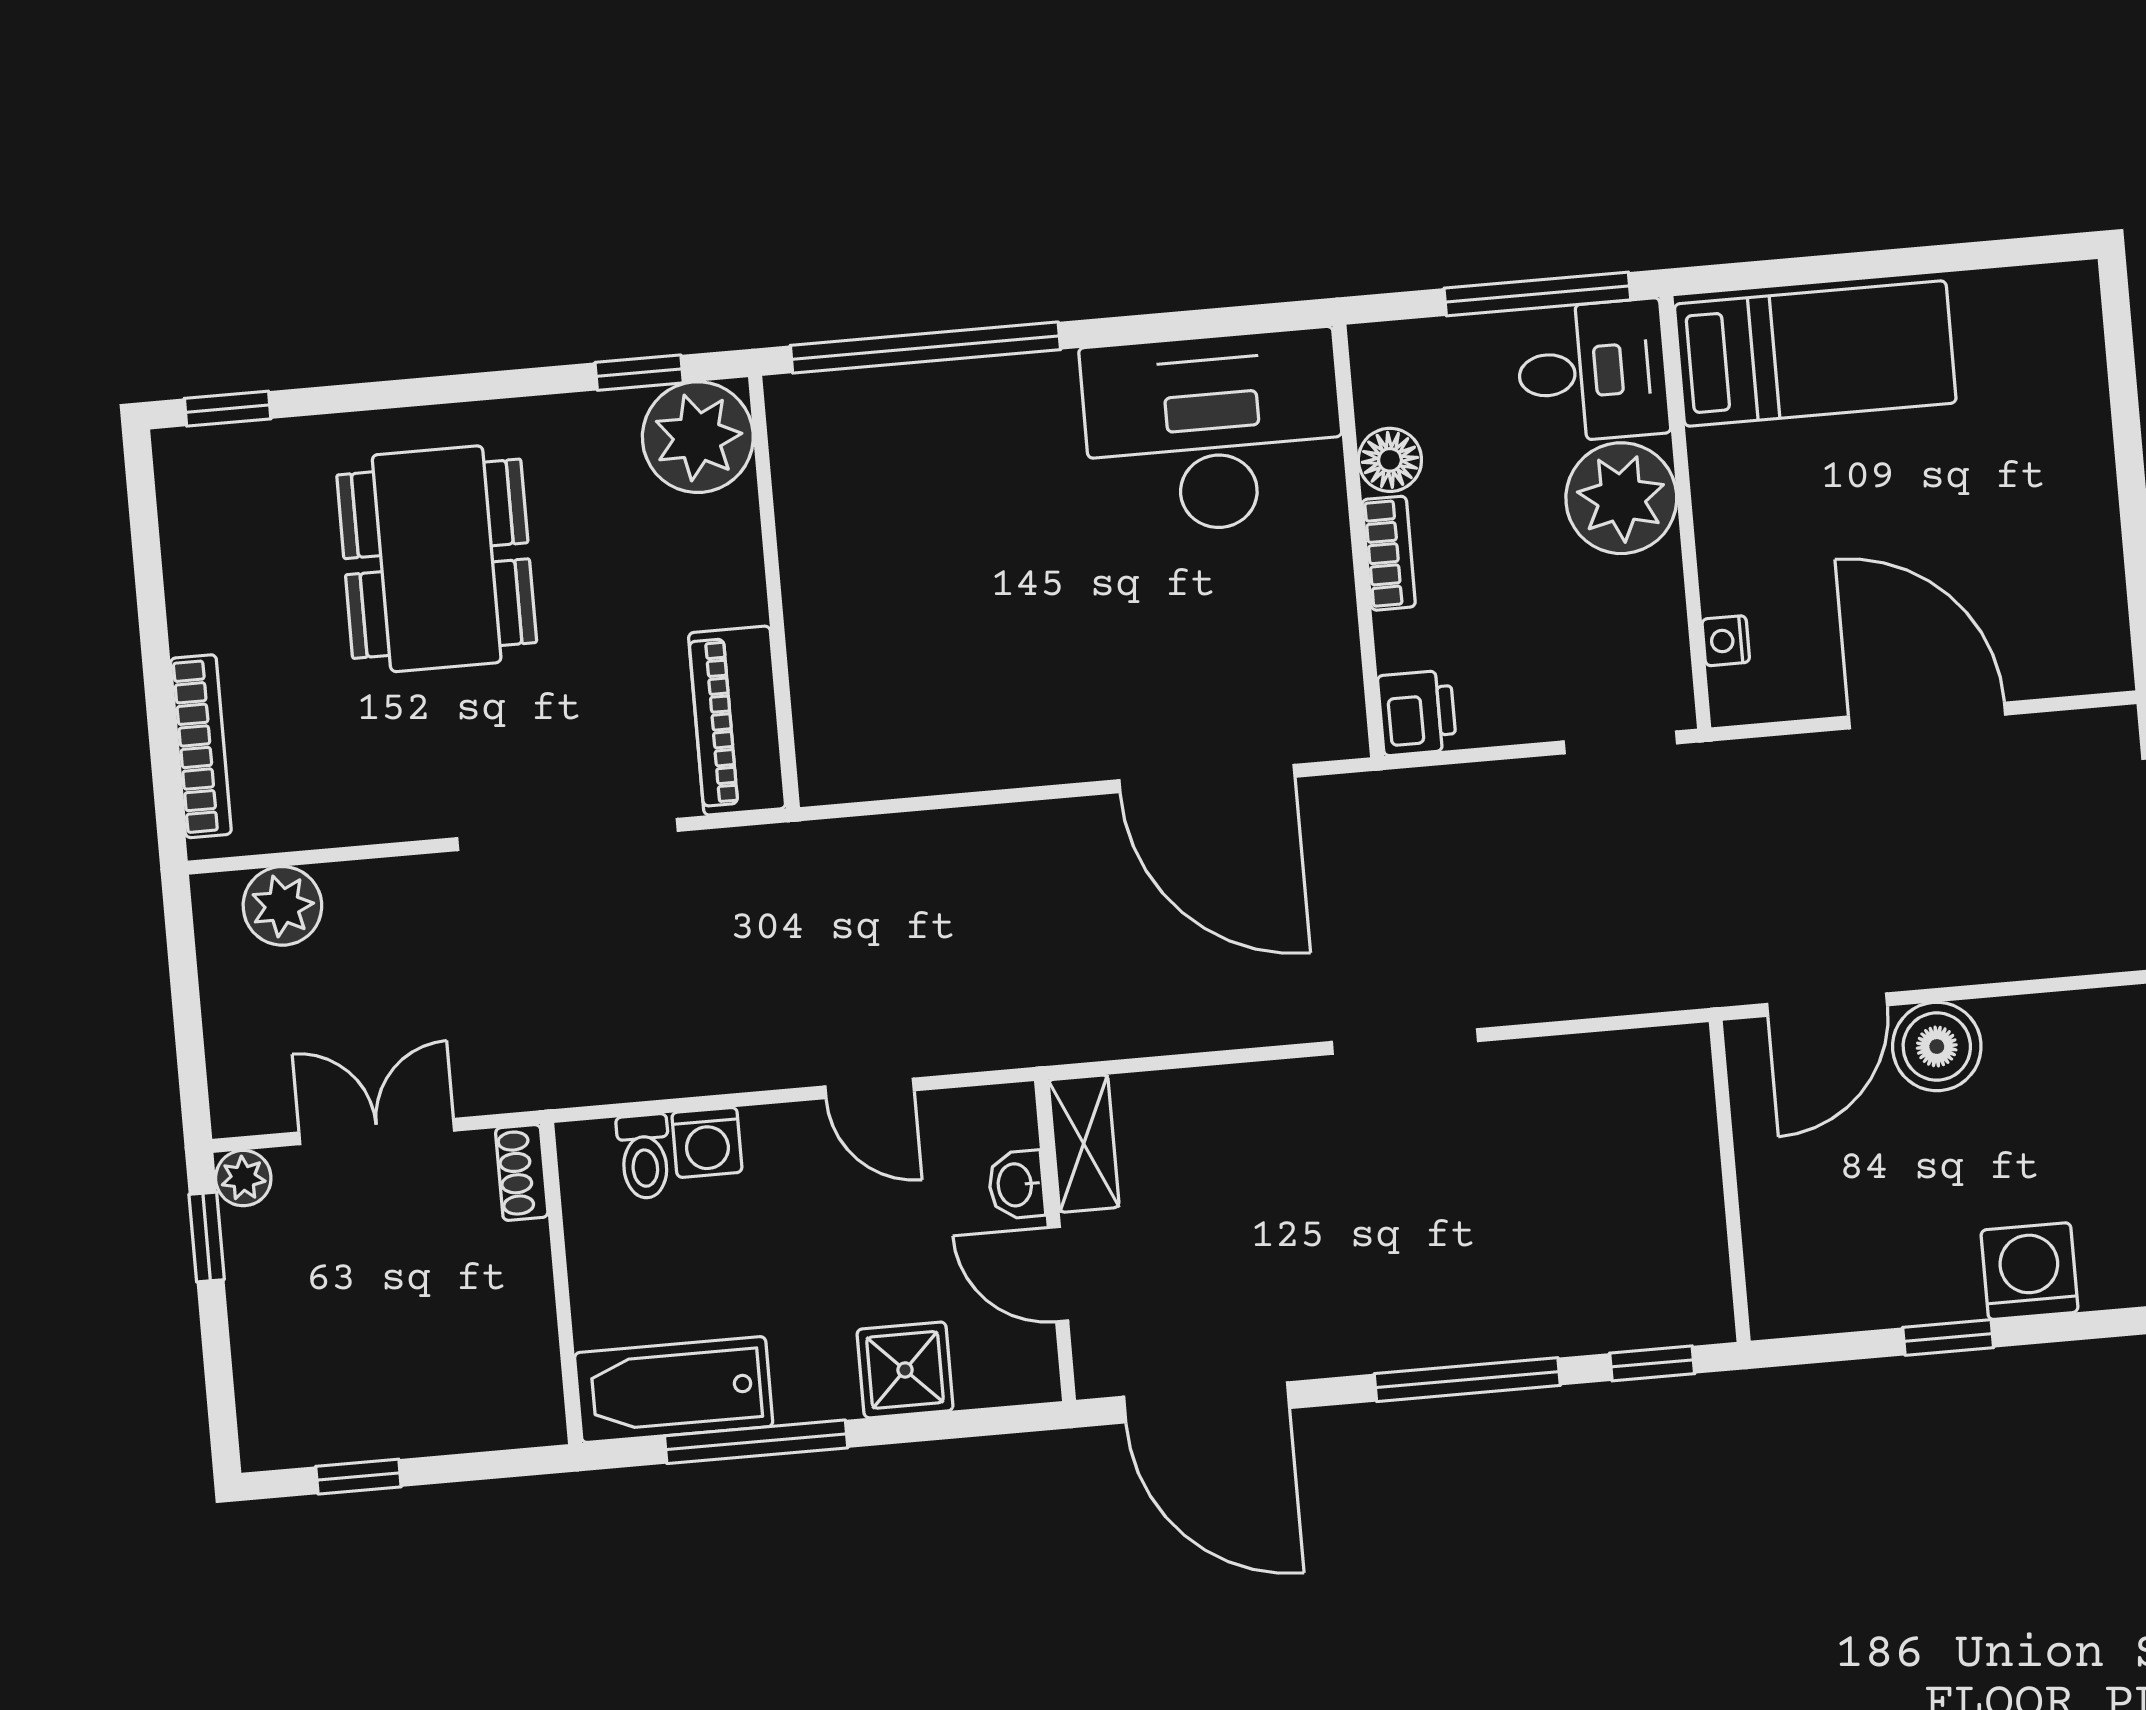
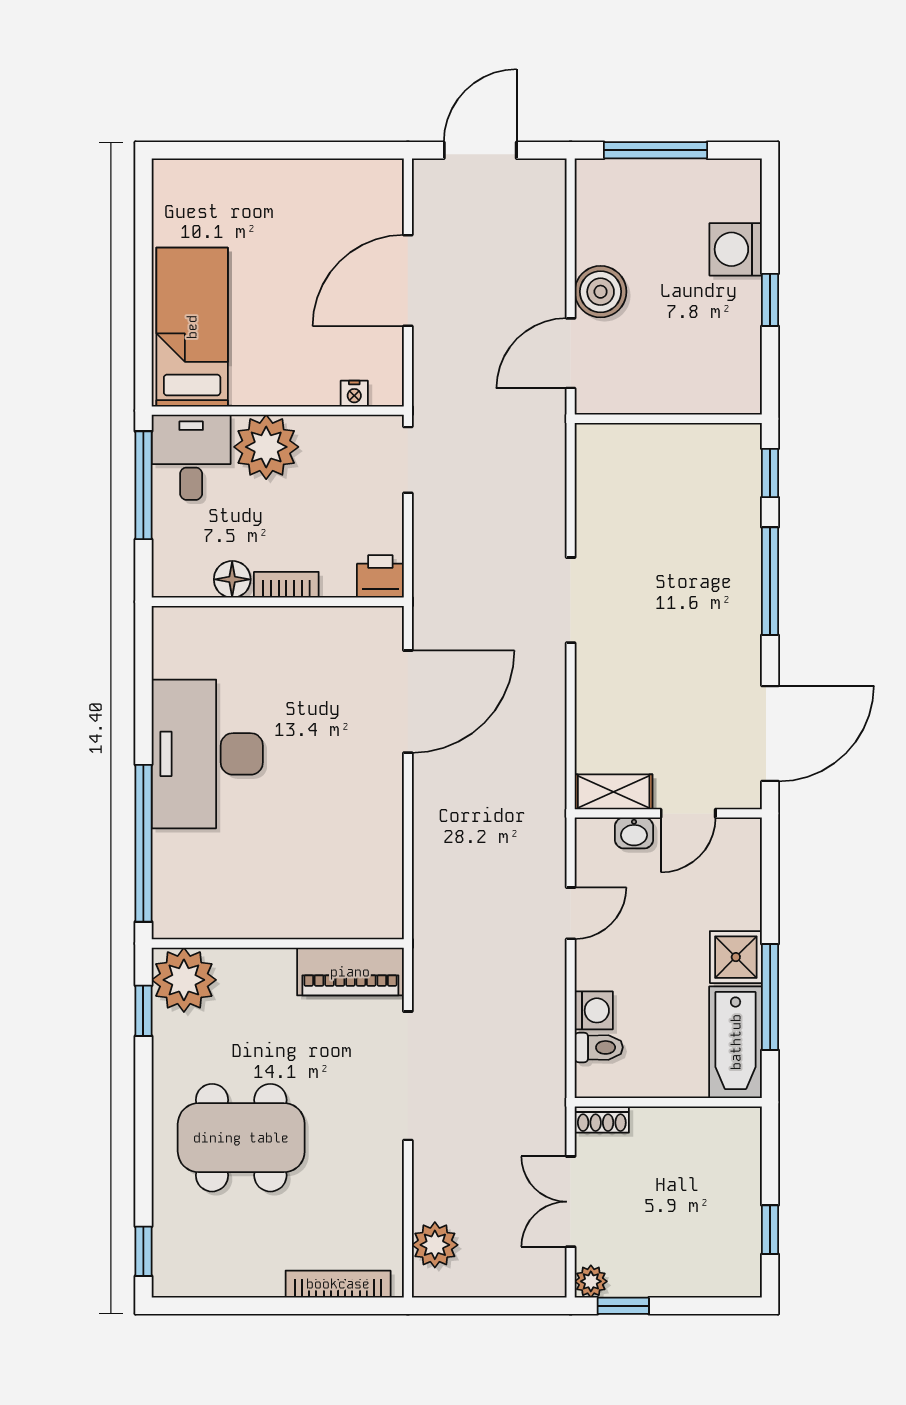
desk: (1214, 432) -> (207, 754), moved
door: (1827, 1005) -> (571, 353), swing flipped
shower: (905, 1370) -> (736, 957), moved

